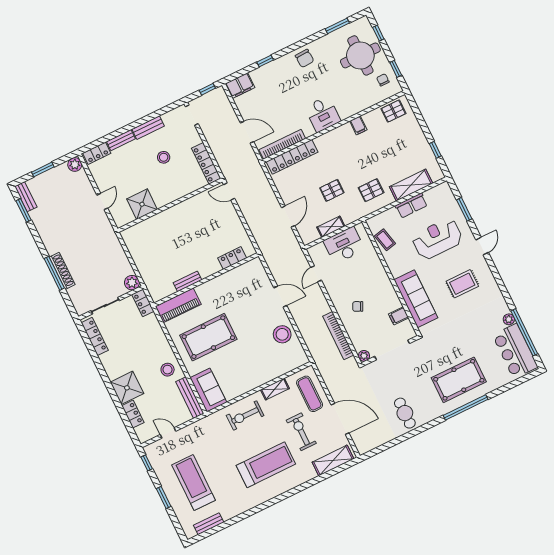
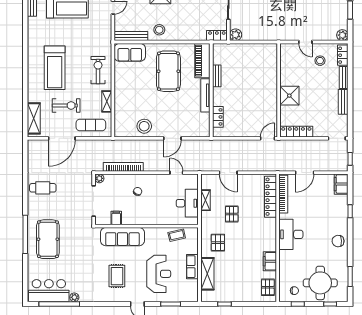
desk: (323, 114) -> (291, 234), width x1.37
filing cabinet: (358, 125) -> (270, 261), width x2.00
stool: (164, 157) -> (320, 61), moved
shower: (142, 204) -> (289, 96), moved
tv unit: (215, 283) -> (205, 95), added

